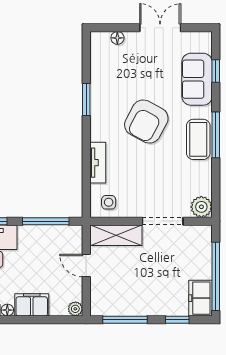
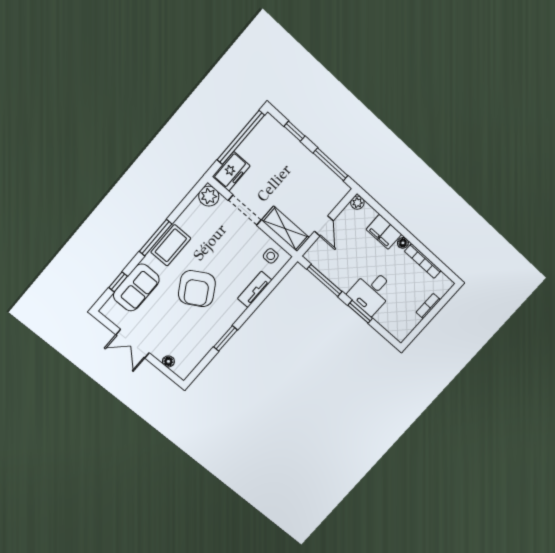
armchair: (146, 122) -> (197, 289), turned 121
freezer: (200, 298) -> (231, 171), moved

